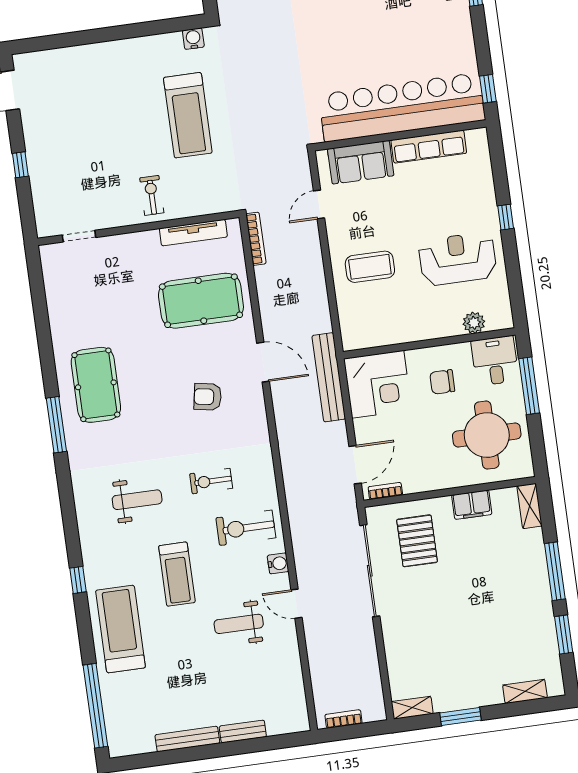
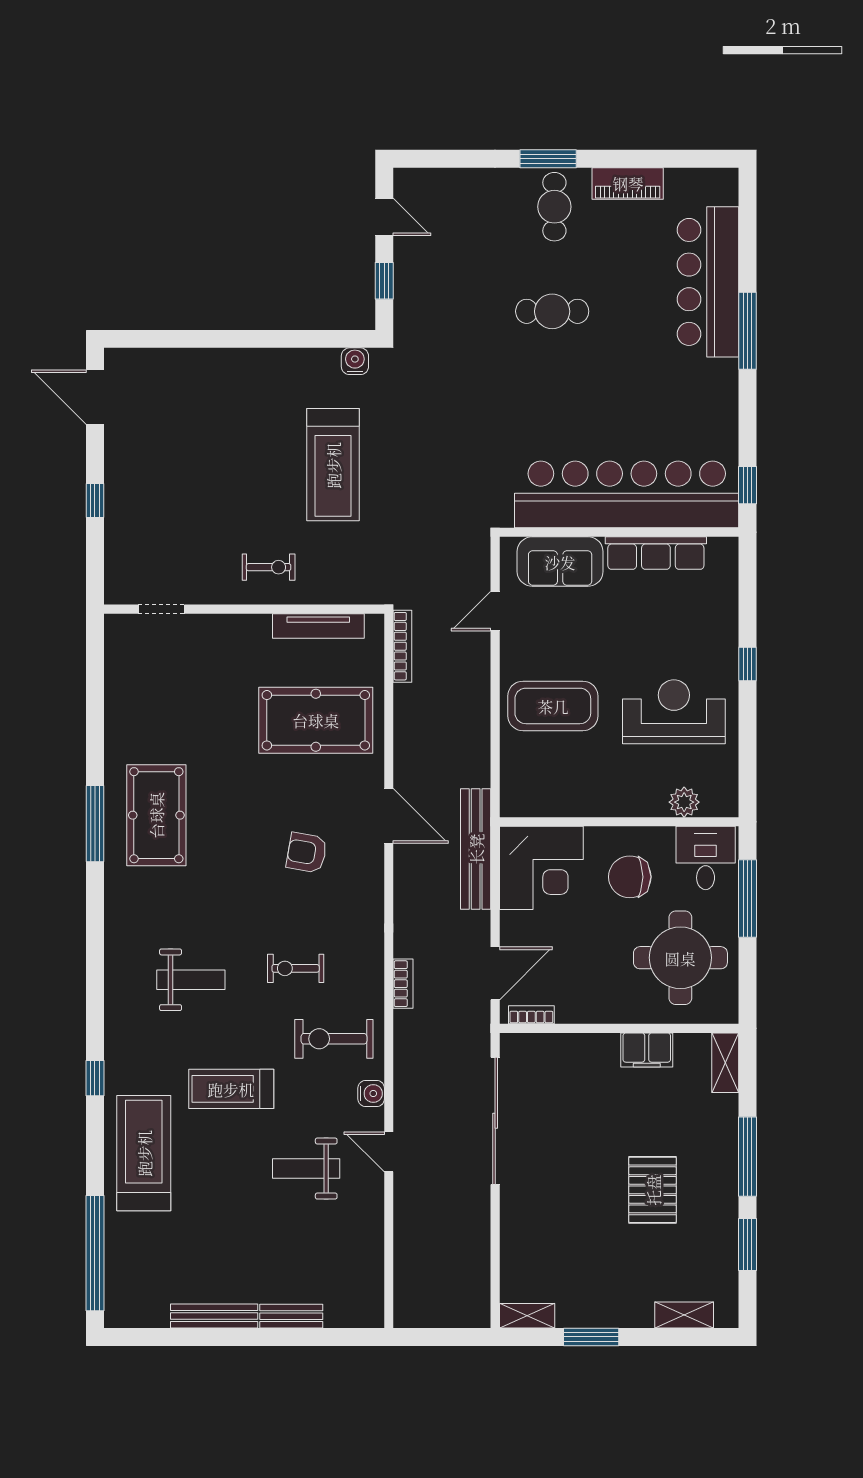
exercise bike: (152, 195) -> (269, 567), turned 90
coffee table: (370, 267) -> (553, 706), width x1.36, depth x1.32
chair: (442, 382) -> (630, 877), width x1.37, depth x1.37
window: (56, 425) -> (95, 824), moved
pallet: (417, 541) -> (653, 1190), moved
treadmill: (177, 574) -> (231, 1089), turned 90
bookcase: (344, 719) -> (403, 984), moved, turned 90

